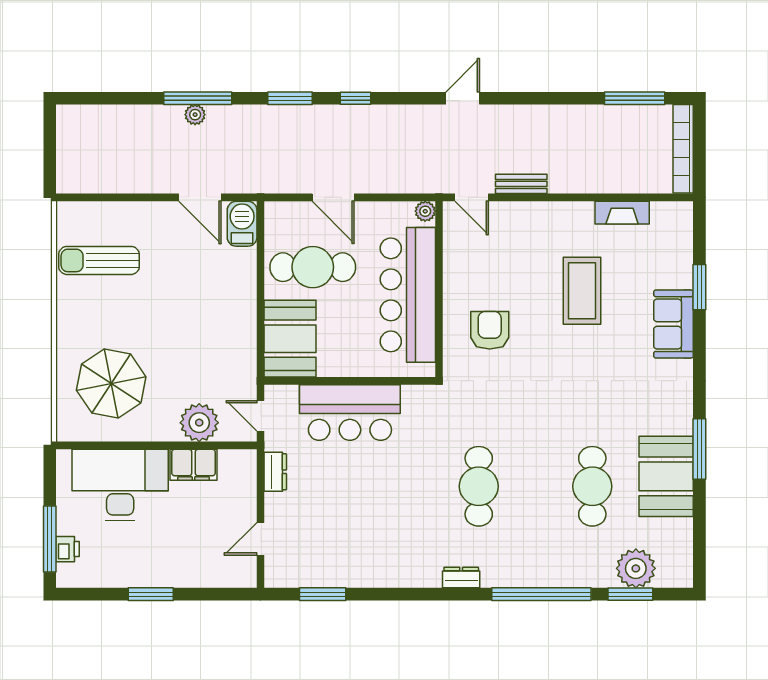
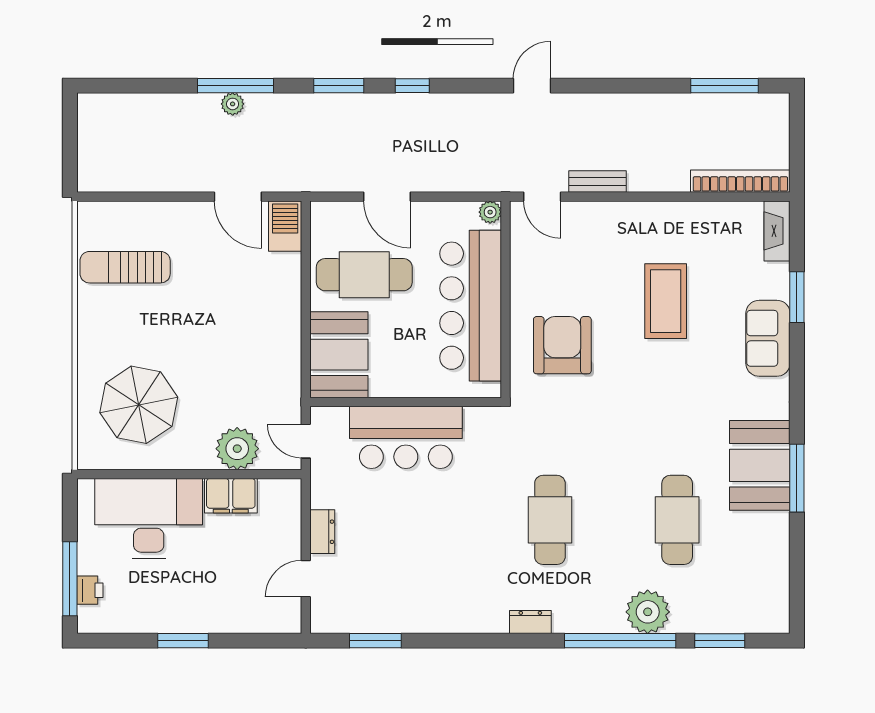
bookcase: (683, 149) -> (740, 181), moved, turned 90
fireplace: (622, 213) -> (777, 231), moved, turned 90
armchair: (490, 330) -> (562, 345), width x1.36, depth x1.36
dresser: (275, 472) -> (322, 532), moved
booth: (666, 476) -> (760, 465), moved
plant: (636, 568) -> (648, 612), moved

